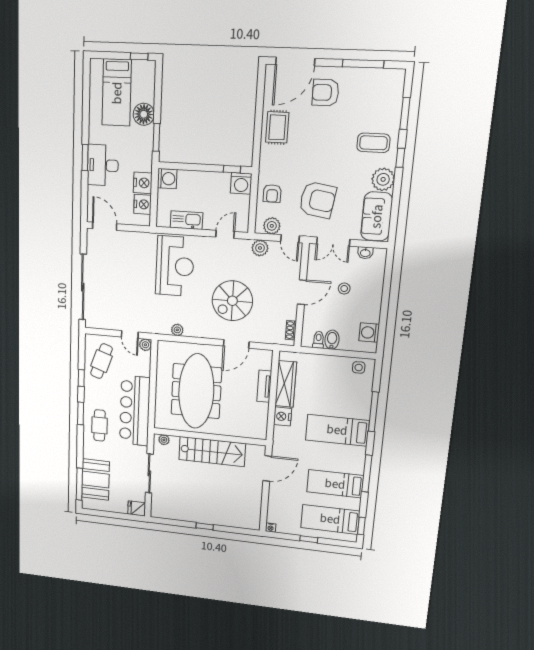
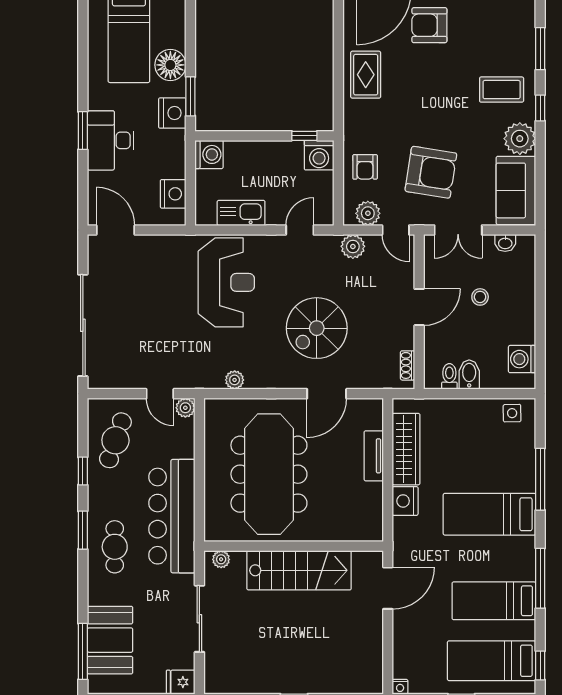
nightstand: (143, 183) -> (172, 113), moved

